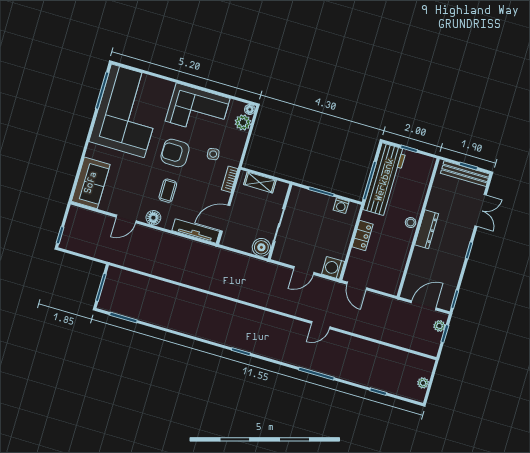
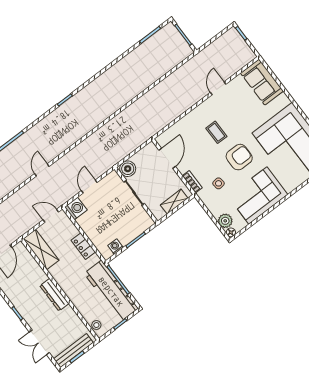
floor lamp: (153, 218) -> (205, 108), removed
stool: (411, 223) -> (96, 325), moved
tv unit: (196, 231) -> (173, 131), removed
shelving: (394, 272) -> (41, 250), added

